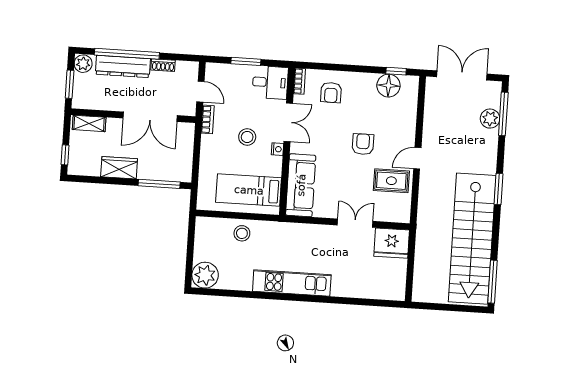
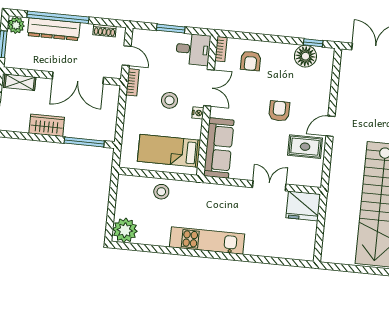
shoe rack: (163, 65) -> (105, 31), moved

